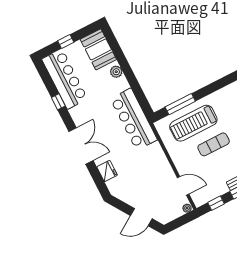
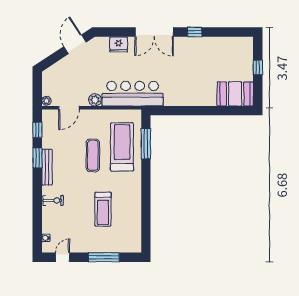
plant: (116, 72) -> (95, 100), moved
bar counter: (65, 79) -> (224, 49), removed
window: (58, 102) -> (195, 32), moved
bar counter: (134, 119) -> (133, 94), moved
door: (141, 217) -> (75, 44), moved

